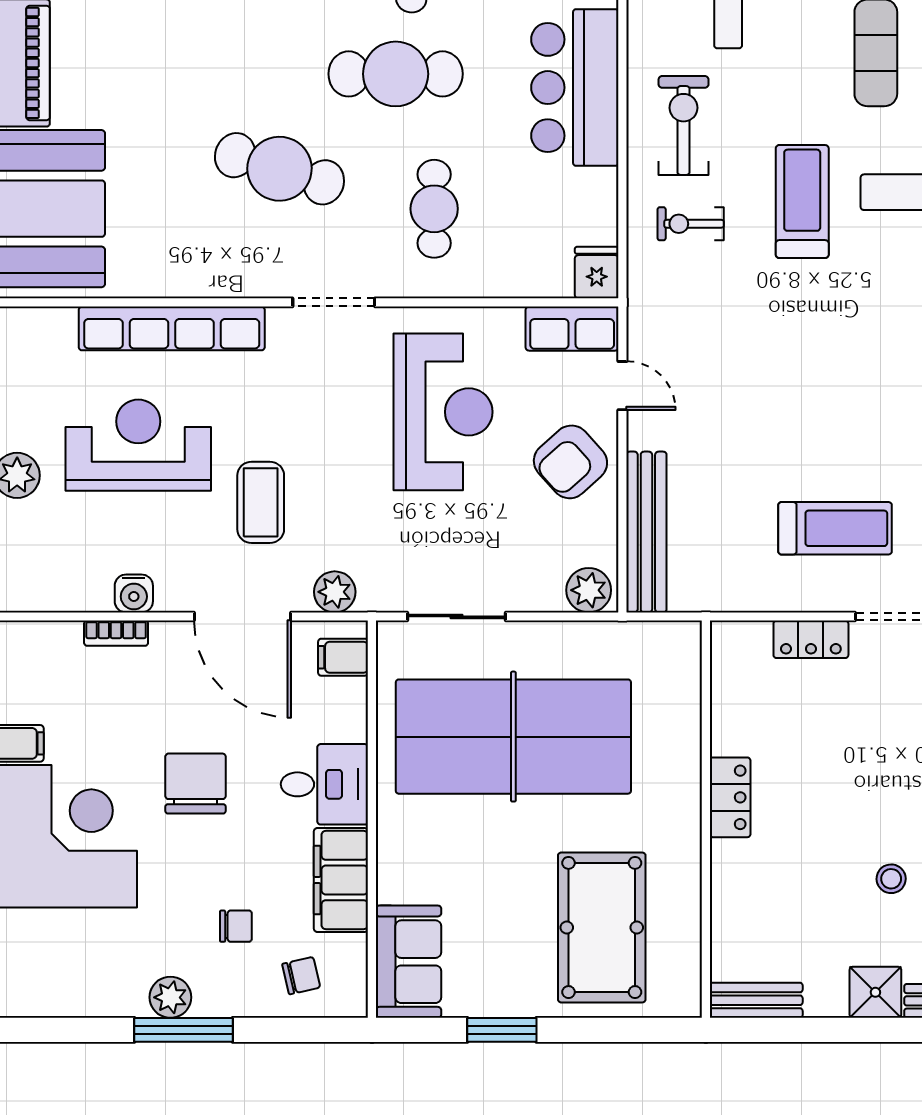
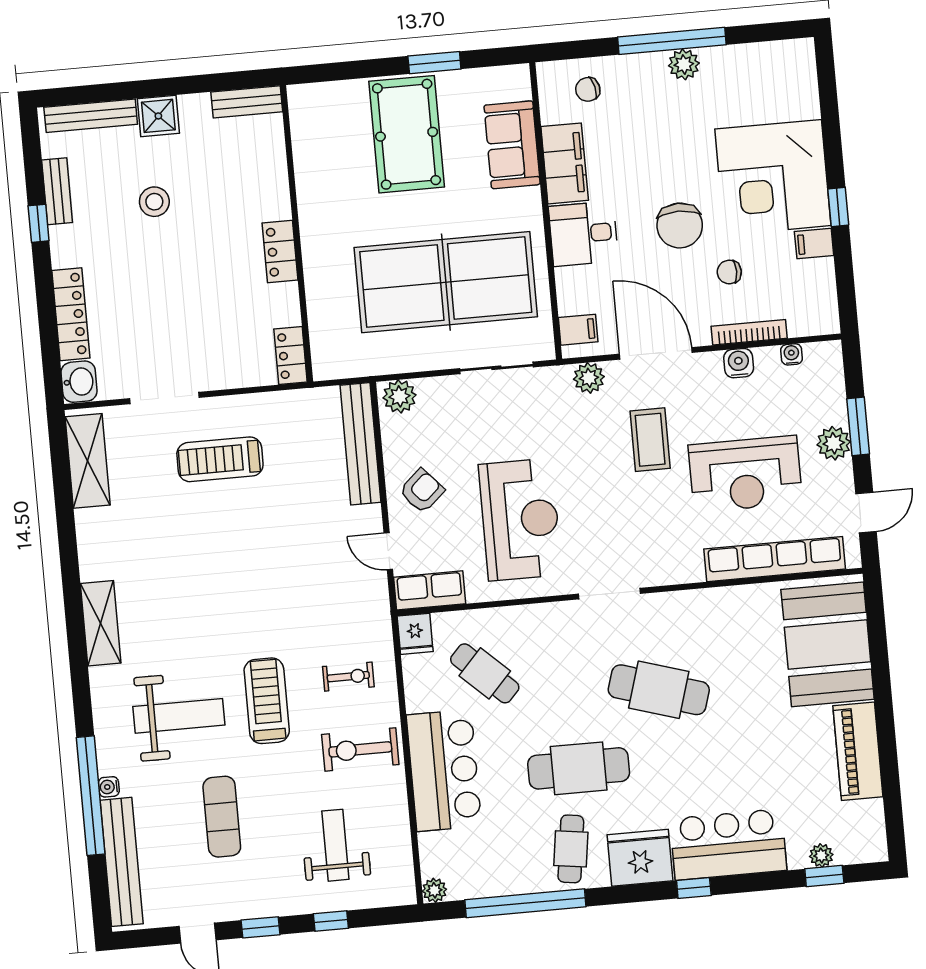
exercise bike: (684, 126) -> (360, 749), turned 90
treadmill: (802, 202) -> (267, 701), turned 180
cafe table: (434, 209) -> (485, 673), moved, turned -47
row of seats: (172, 328) -> (775, 559), moved
reception desk: (443, 412) -> (520, 520), turned 180
armchair: (570, 462) -> (422, 491), width x0.72, depth x0.72
water cooler: (62, 599) -> (792, 354), added
bookcase: (116, 633) -> (749, 332), width x1.56
locker: (811, 639) -> (290, 355), moved, turned -90
stool: (891, 879) -> (154, 202), width x1.37, depth x1.37
chair: (236, 926) -> (729, 272), moved
pool table: (602, 927) -> (407, 134), moved
sofa: (409, 962) -> (512, 145), moved
window: (183, 1030) -> (672, 41), width x1.46

